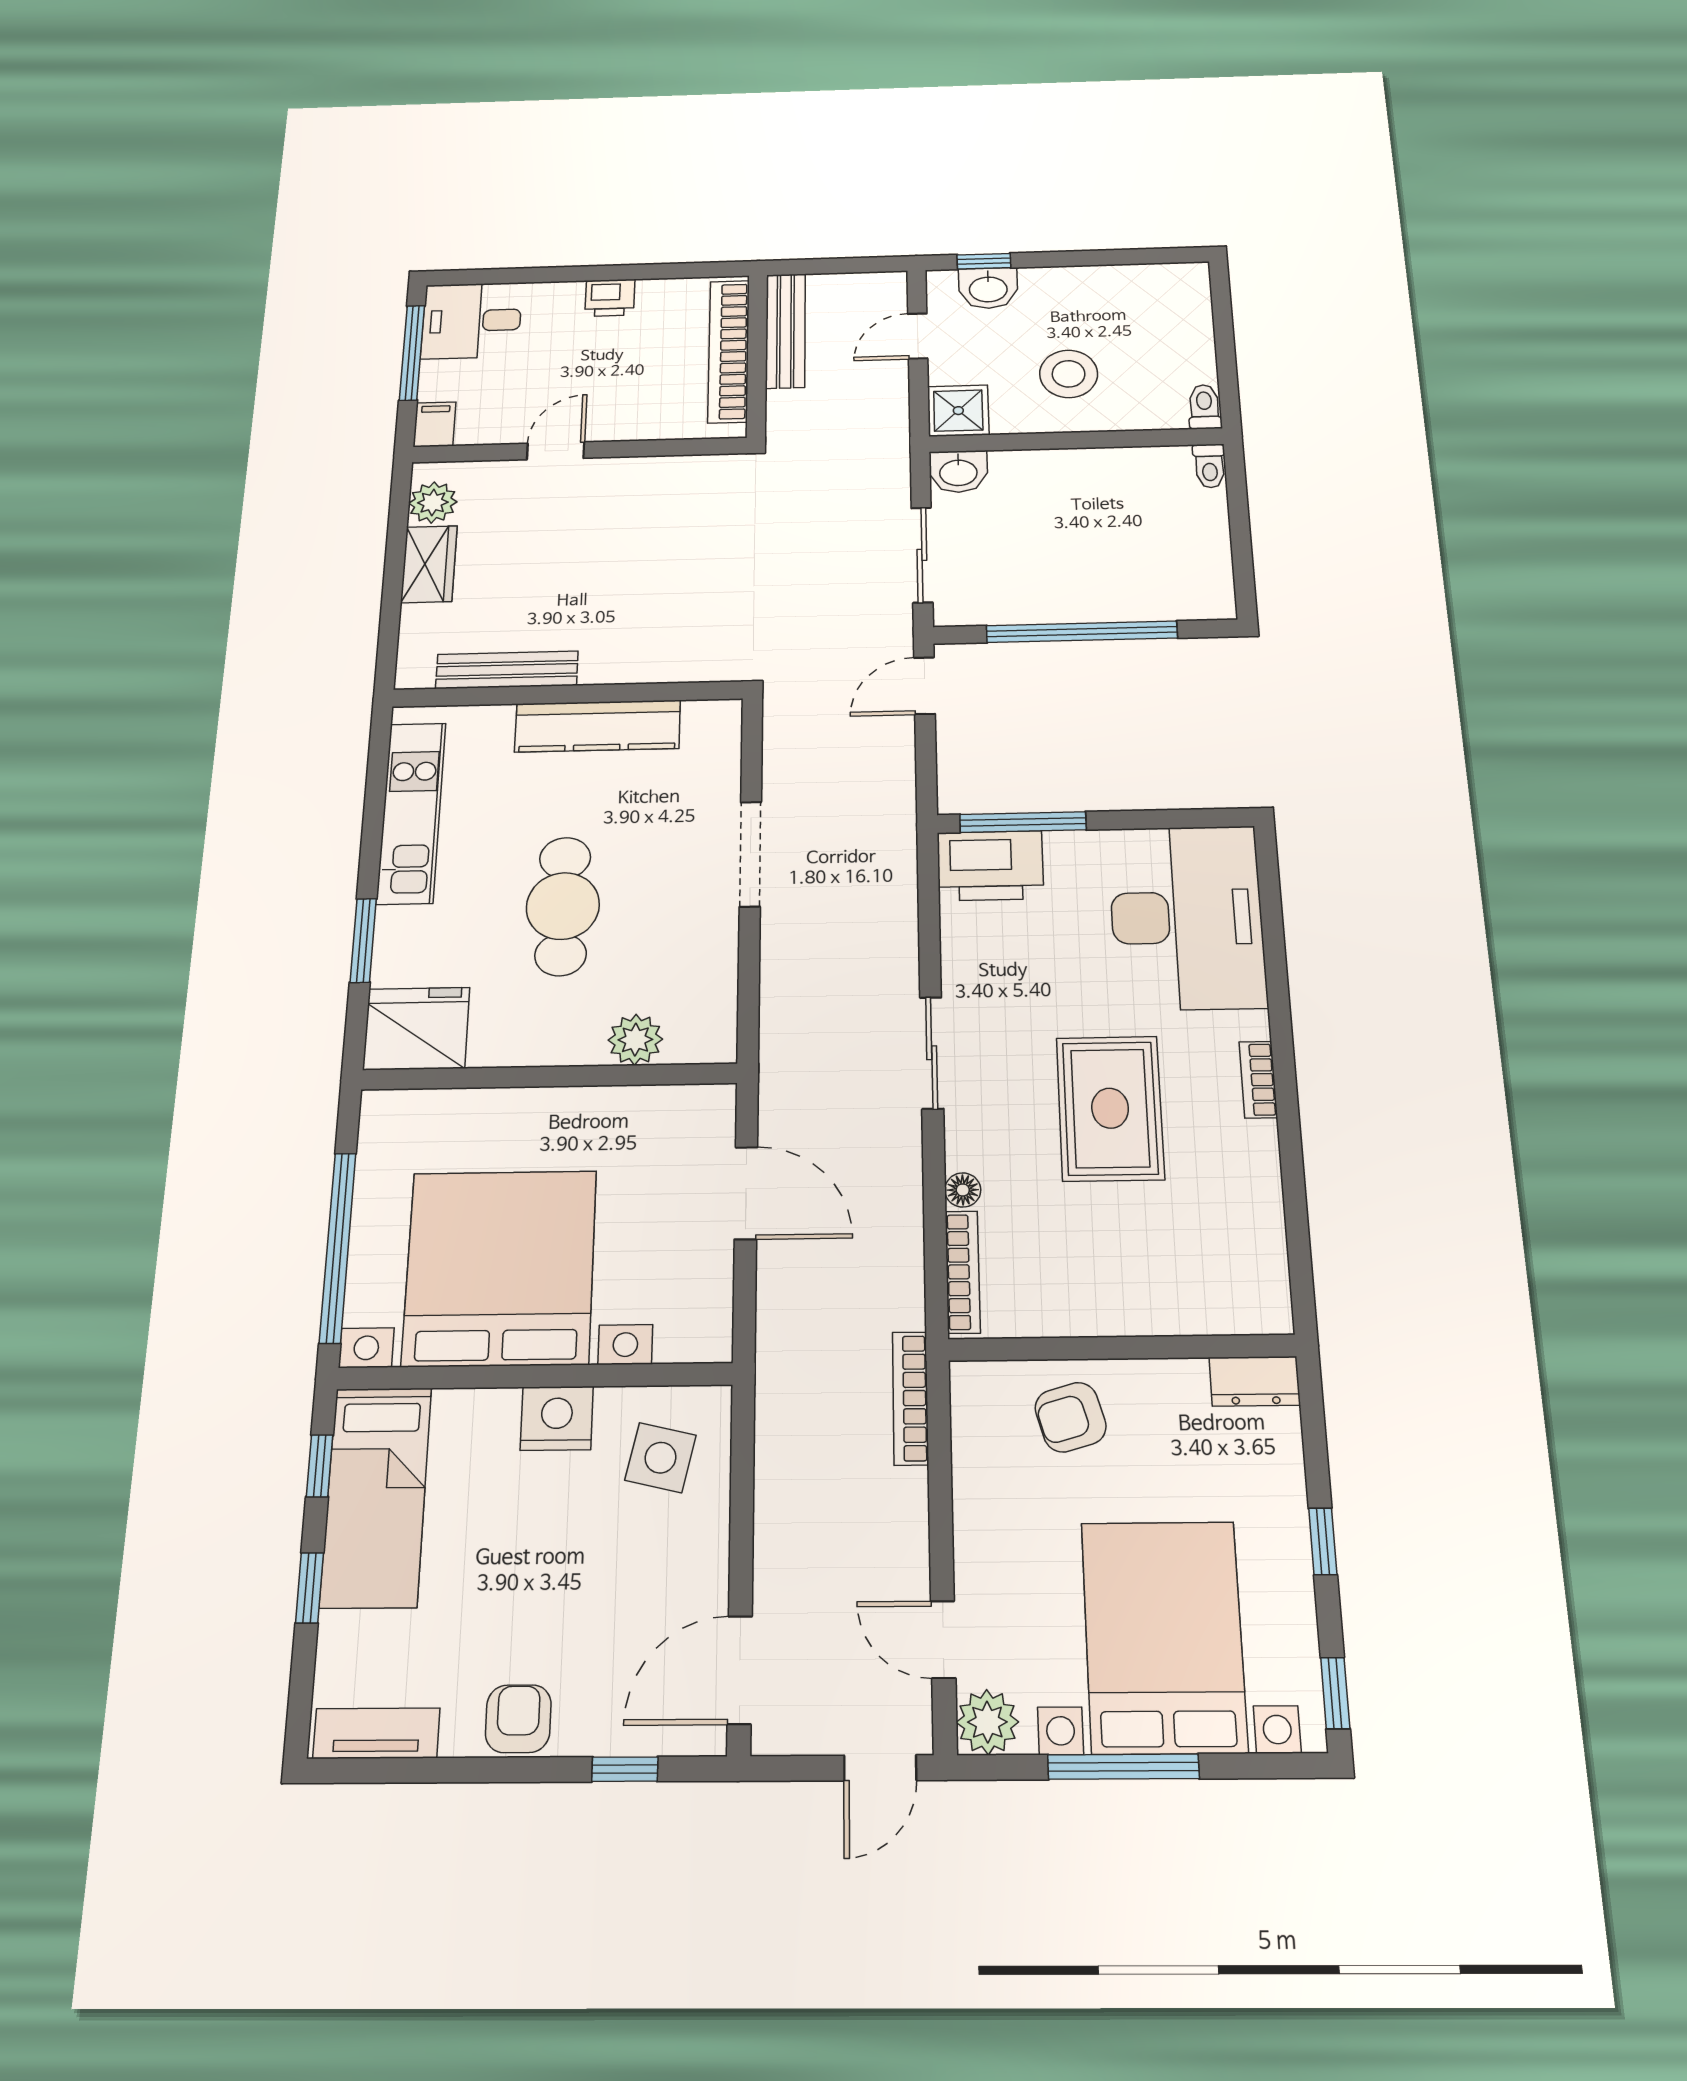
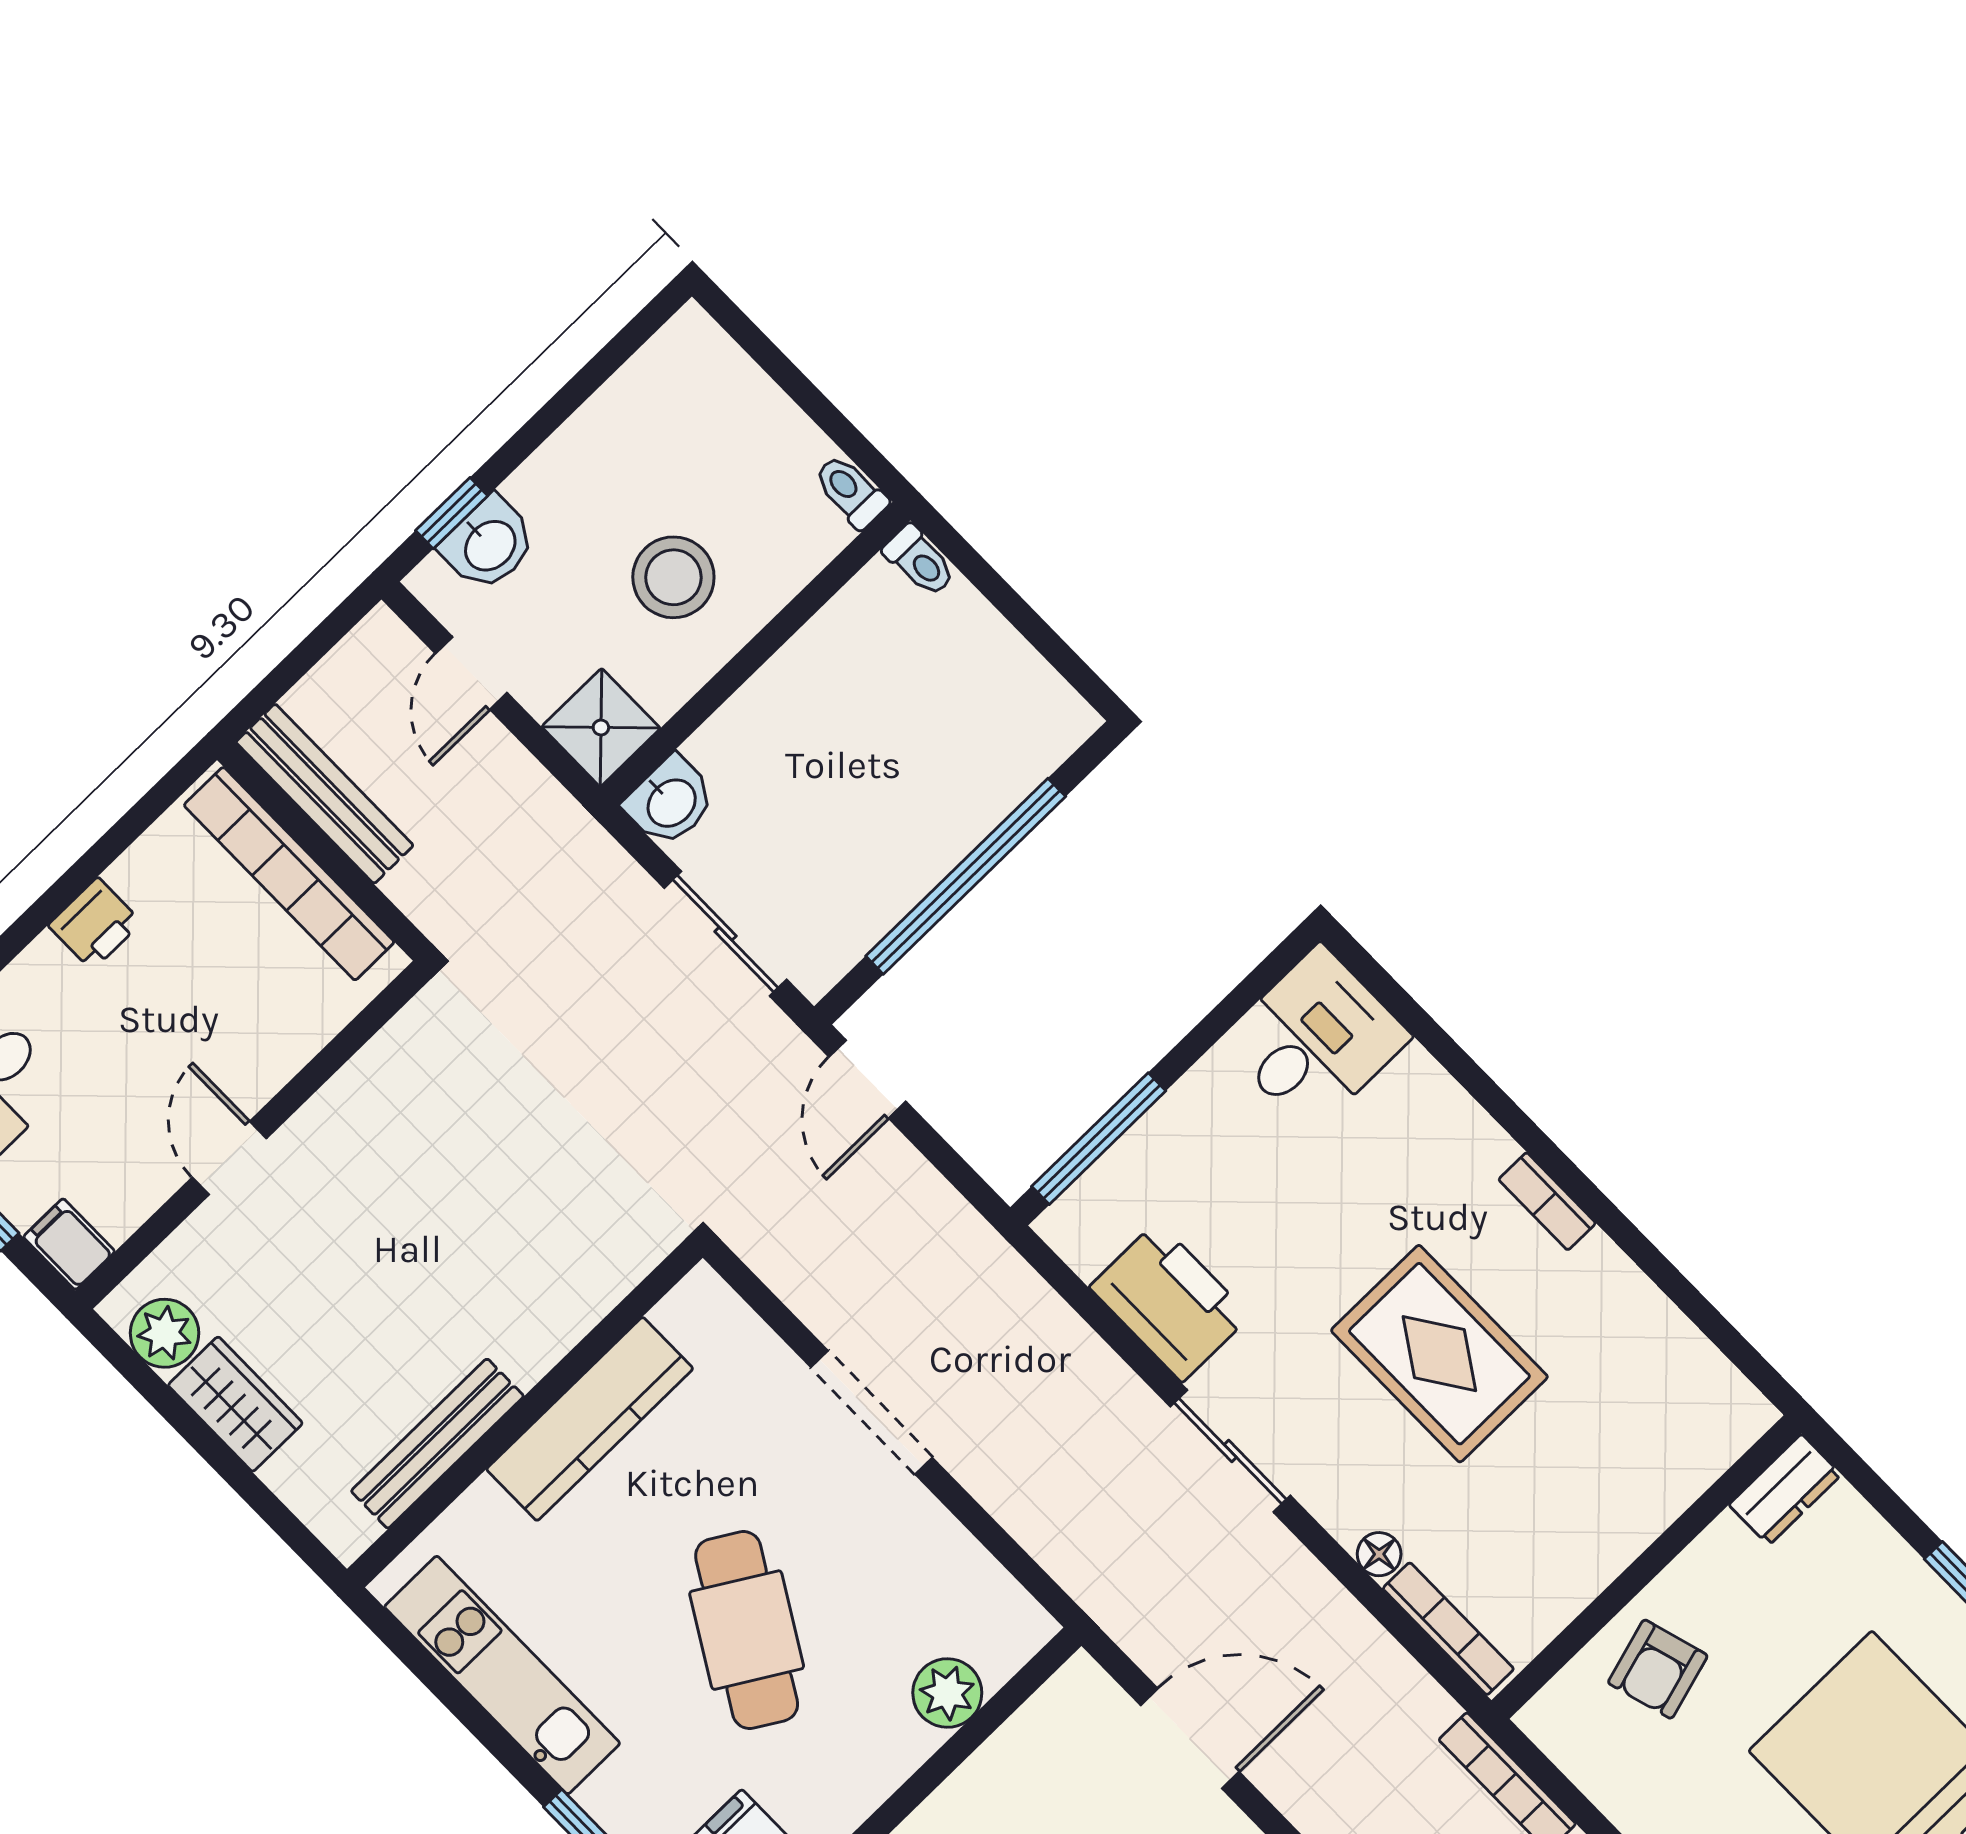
printer: (990, 866) -> (1170, 1302), moved, turned -90
cafe table: (563, 906) -> (747, 1630), turned 31
desk: (1187, 917) -> (1315, 1039), width x0.53, depth x0.77

